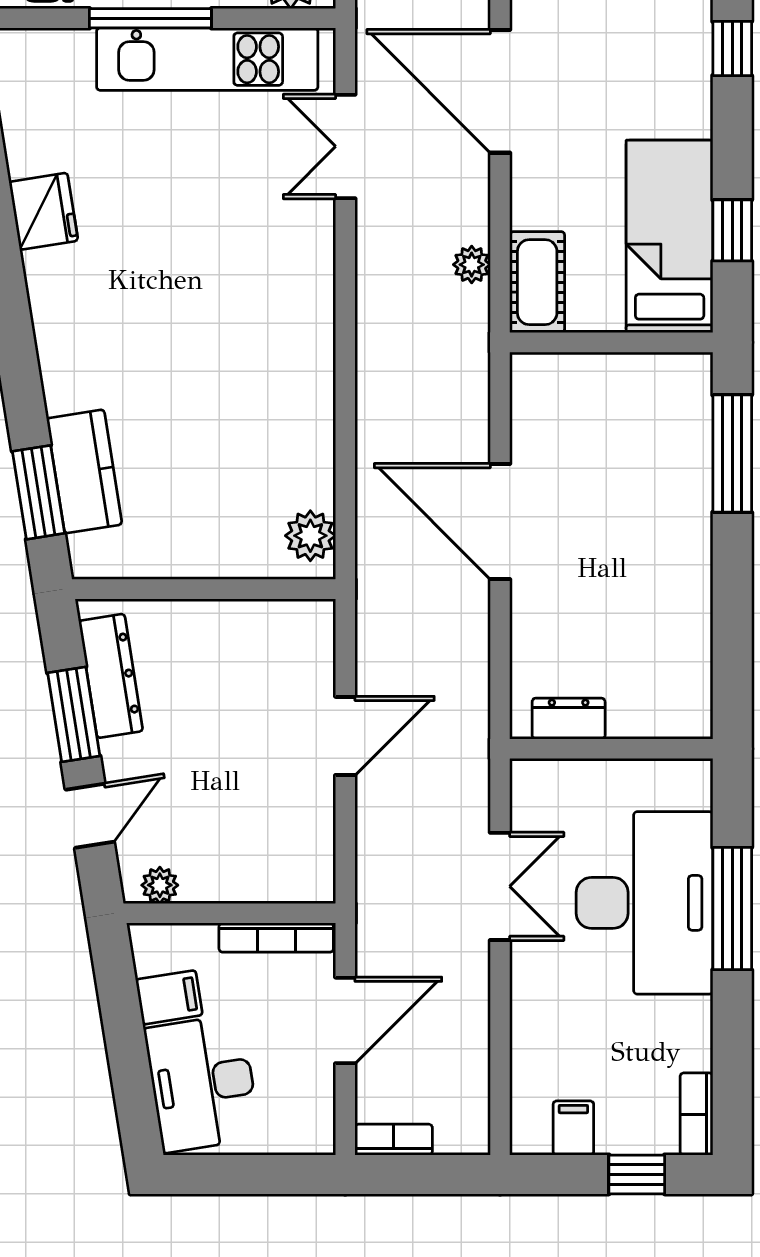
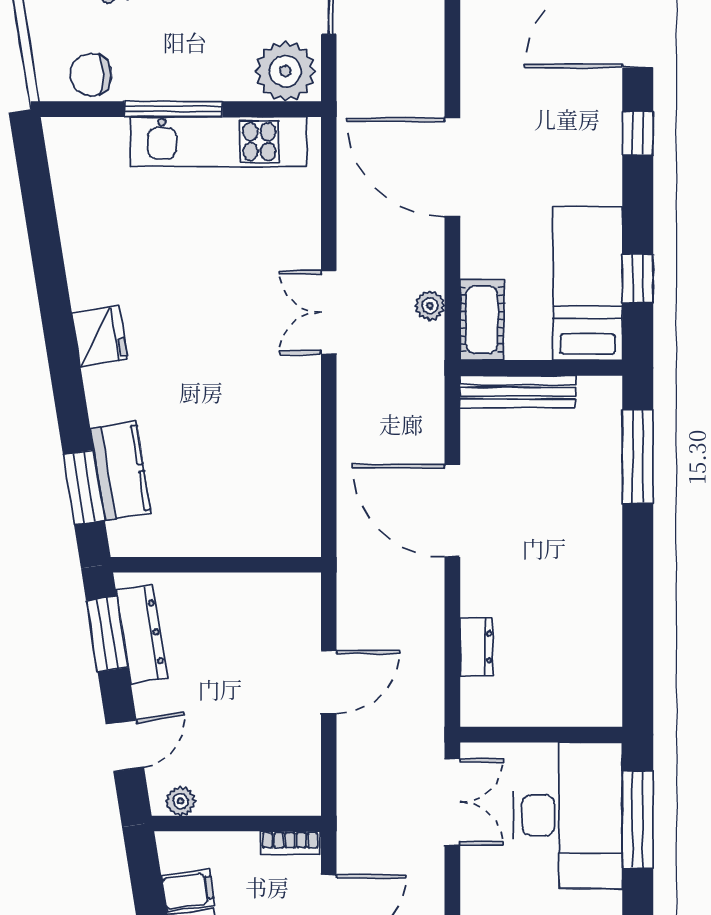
double door: (345, 146) -> (329, 312), moved
fridge: (43, 211) -> (100, 336), moved
bench: (582, 372) -> (518, 392), added
plant: (310, 536) -> (301, 522), removed
window: (74, 714) -> (107, 634), moved
dresser: (569, 719) -> (476, 647), moved, turned 90
wall: (611, 749) -> (541, 735), moved
bookcase: (276, 938) -> (290, 843), width x0.64

